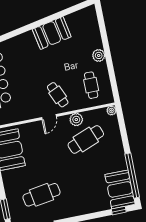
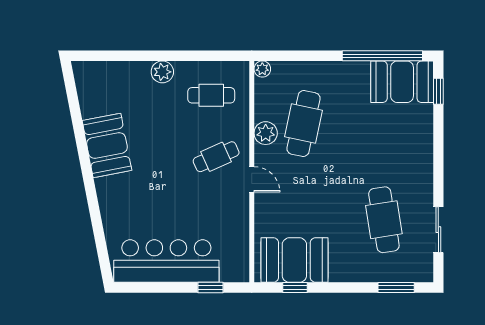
cafe table: (86, 139) -> (304, 124), turned 33

